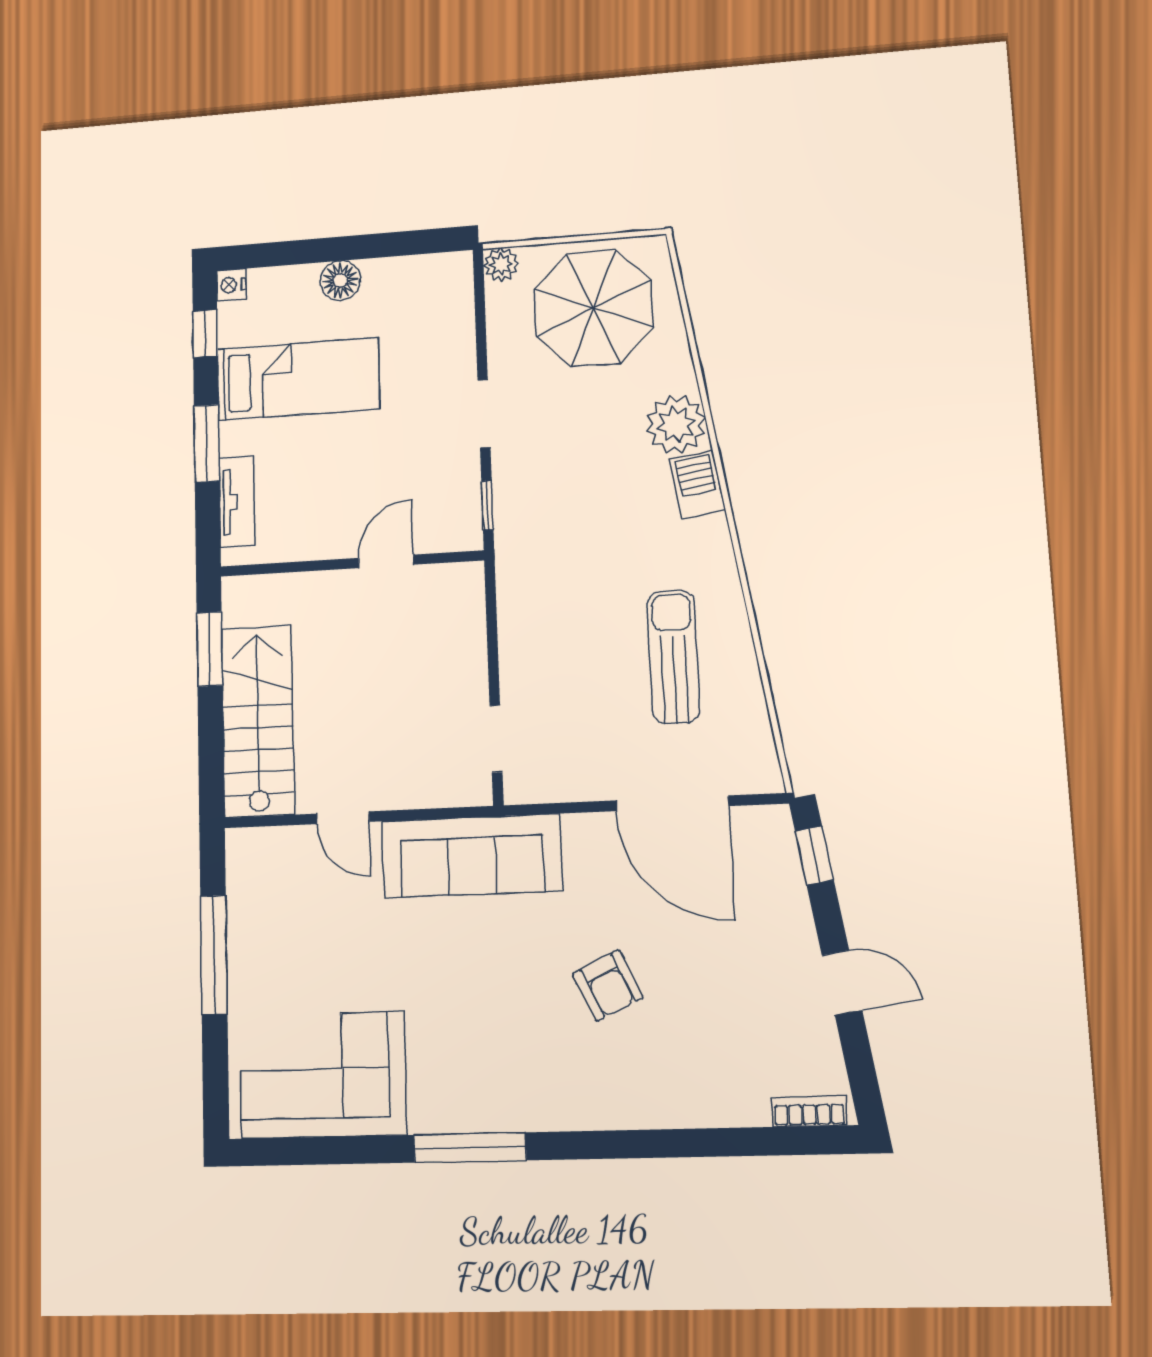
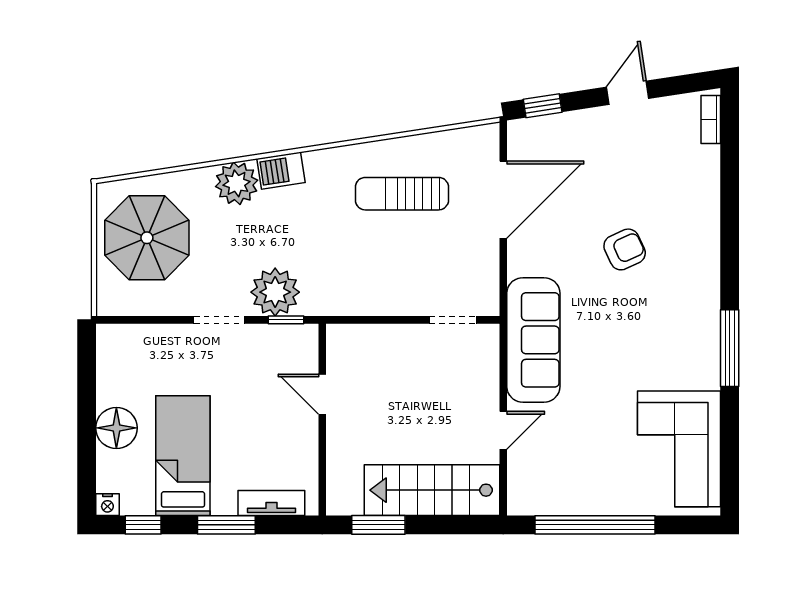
plant: (501, 265) -> (275, 292), moved, width x1.87, depth x1.87
floor lamp: (340, 280) -> (116, 428), width x1.38, depth x1.38
window: (214, 955) -> (595, 525), width x1.46

